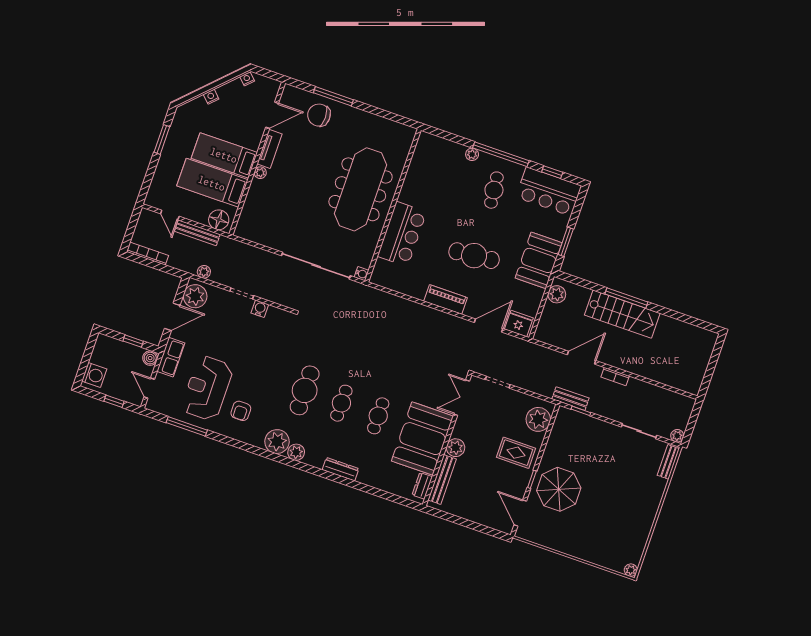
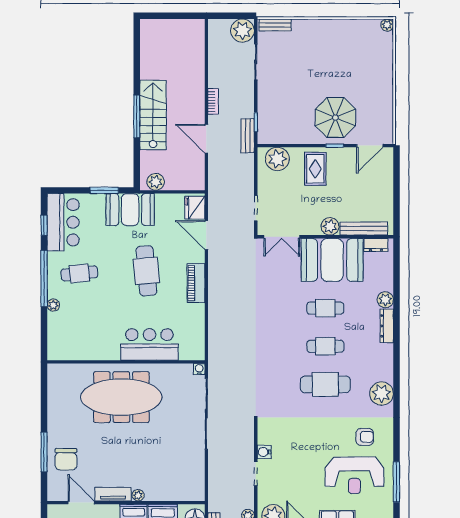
plant: (677, 436) -> (242, 31), width x1.87, depth x1.87
plant: (296, 452) -> (385, 300), moved

